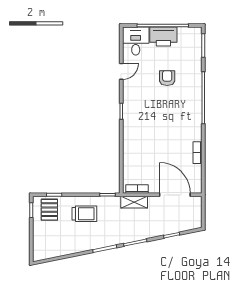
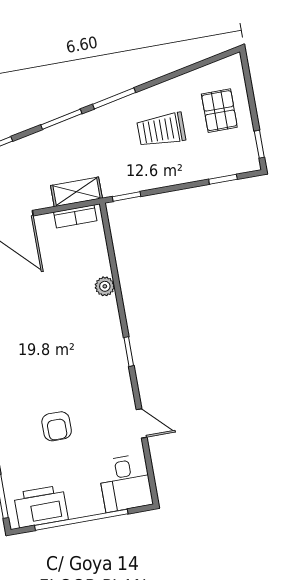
printer: (163, 37) -> (41, 506), moved
door: (121, 71) -> (142, 423), swing flipped
plant: (128, 149) -> (105, 286), added
pallet: (49, 210) -> (219, 111), moved
trolley: (84, 214) -> (161, 130), moved

